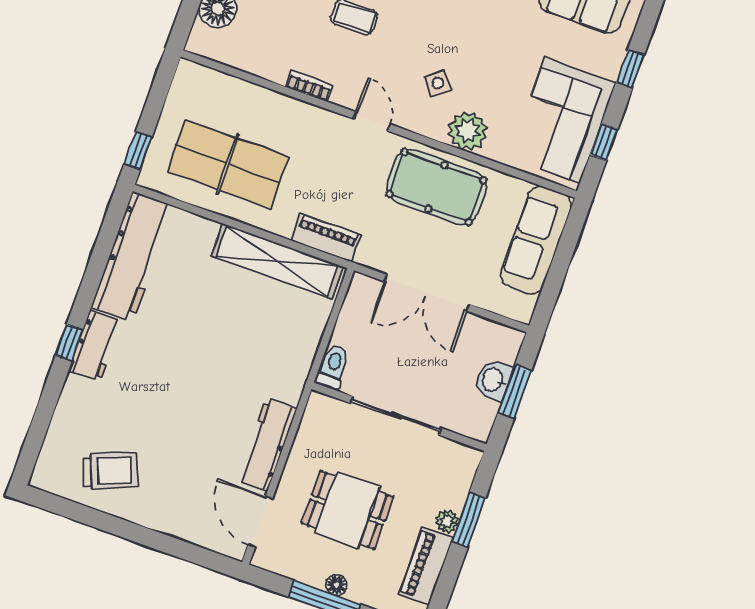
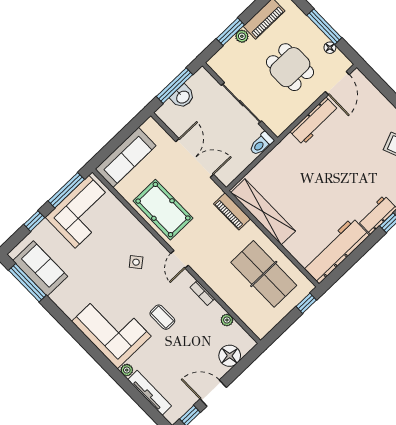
plant: (468, 131) -> (227, 320), moved, width x0.53, depth x0.53
window: (604, 142) -> (66, 190), width x2.17
window: (515, 391) -> (175, 86), width x1.44
floor lamp: (336, 585) -> (330, 48), moved

